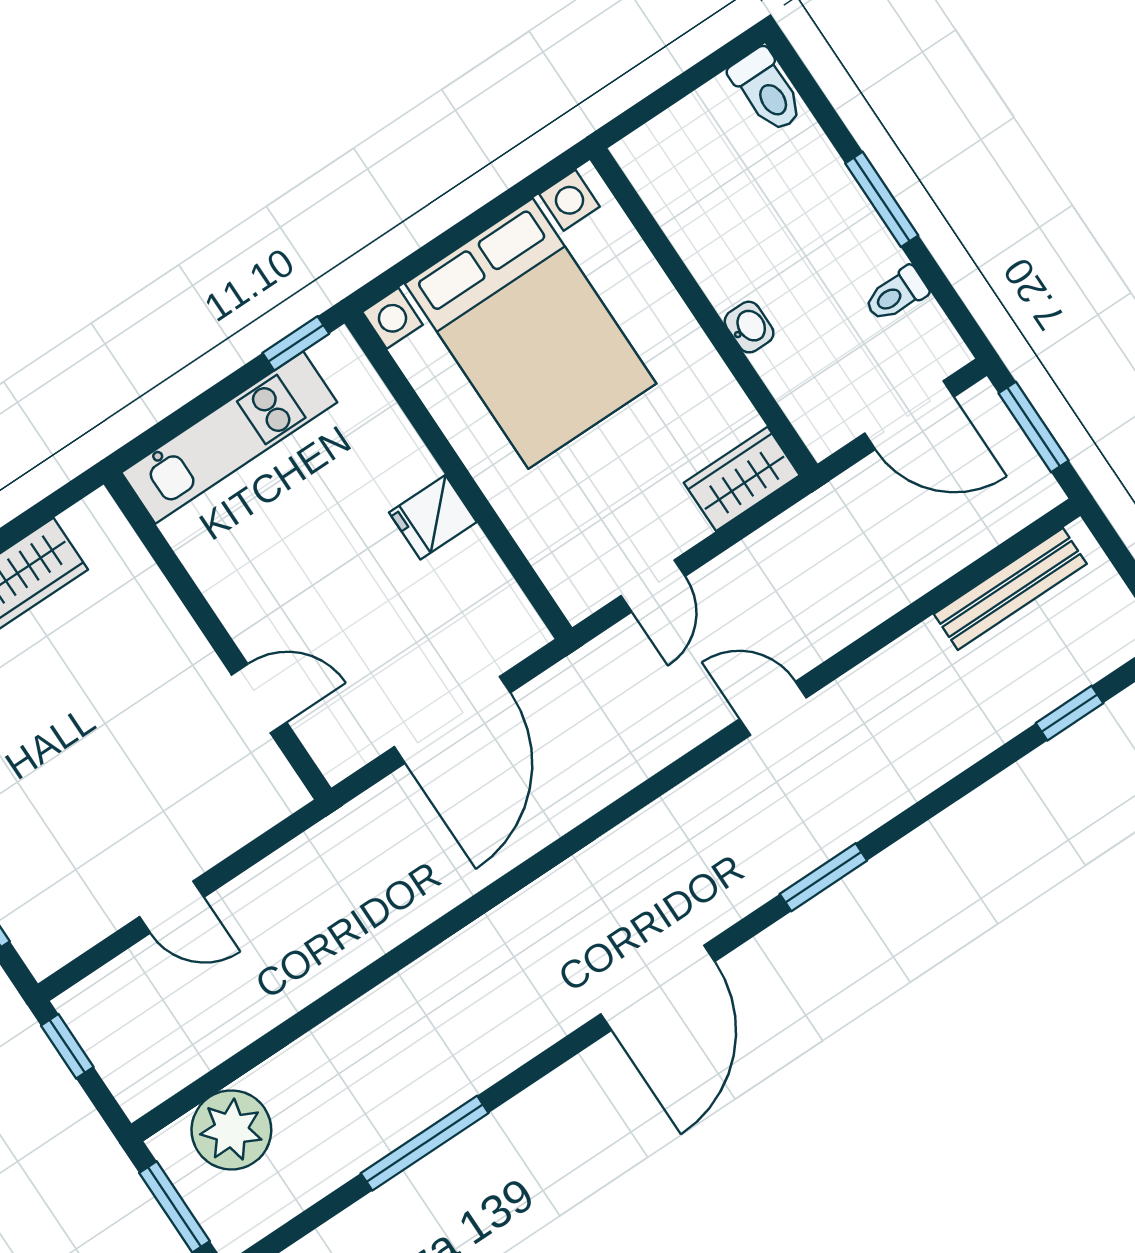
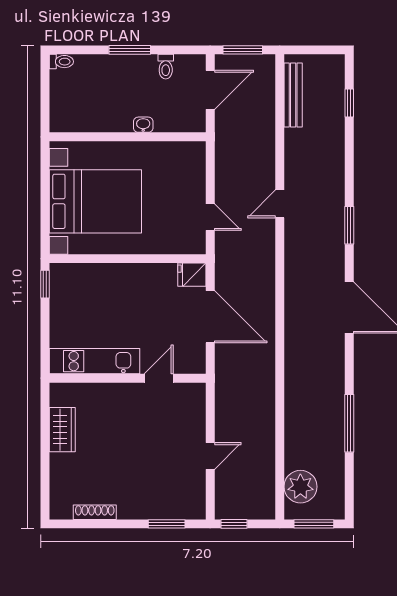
toilet: (767, 90) -> (61, 62), width x0.73, depth x0.72
kitchen unit: (229, 437) -> (94, 361), moved, turned -90
wardrobe: (742, 479) -> (194, 162), removed
fridge: (433, 517) -> (192, 275), moved, turned 90

